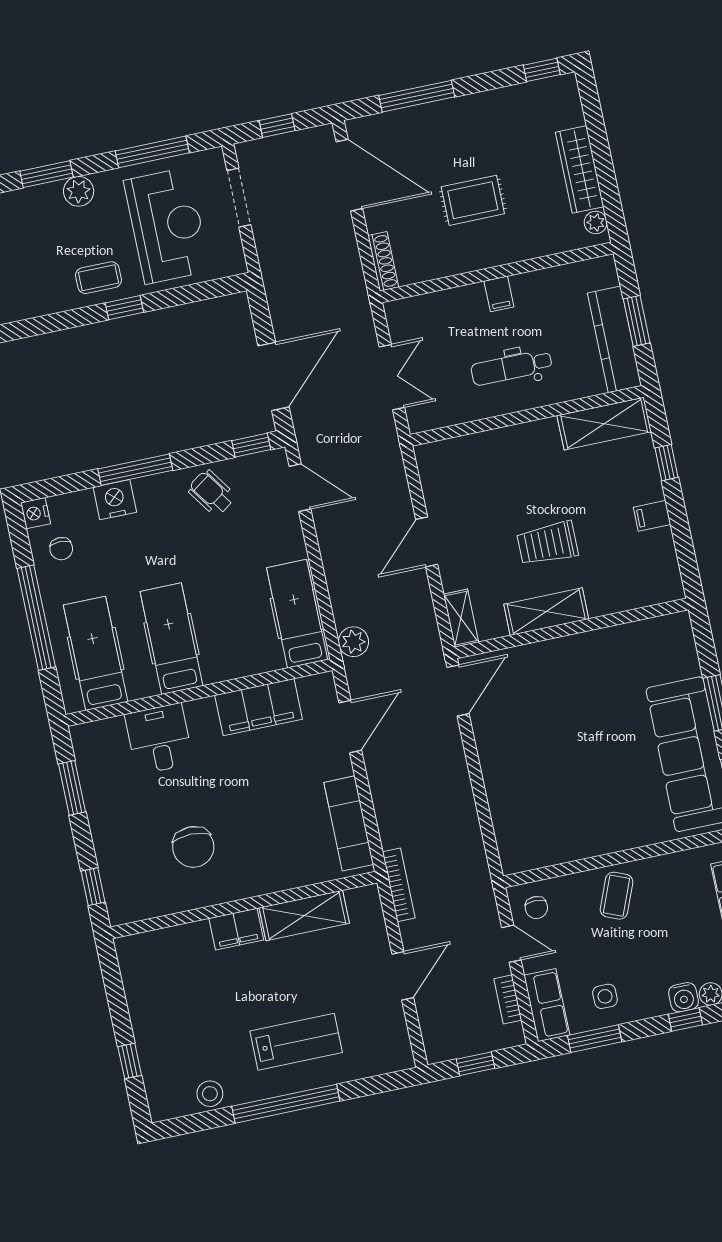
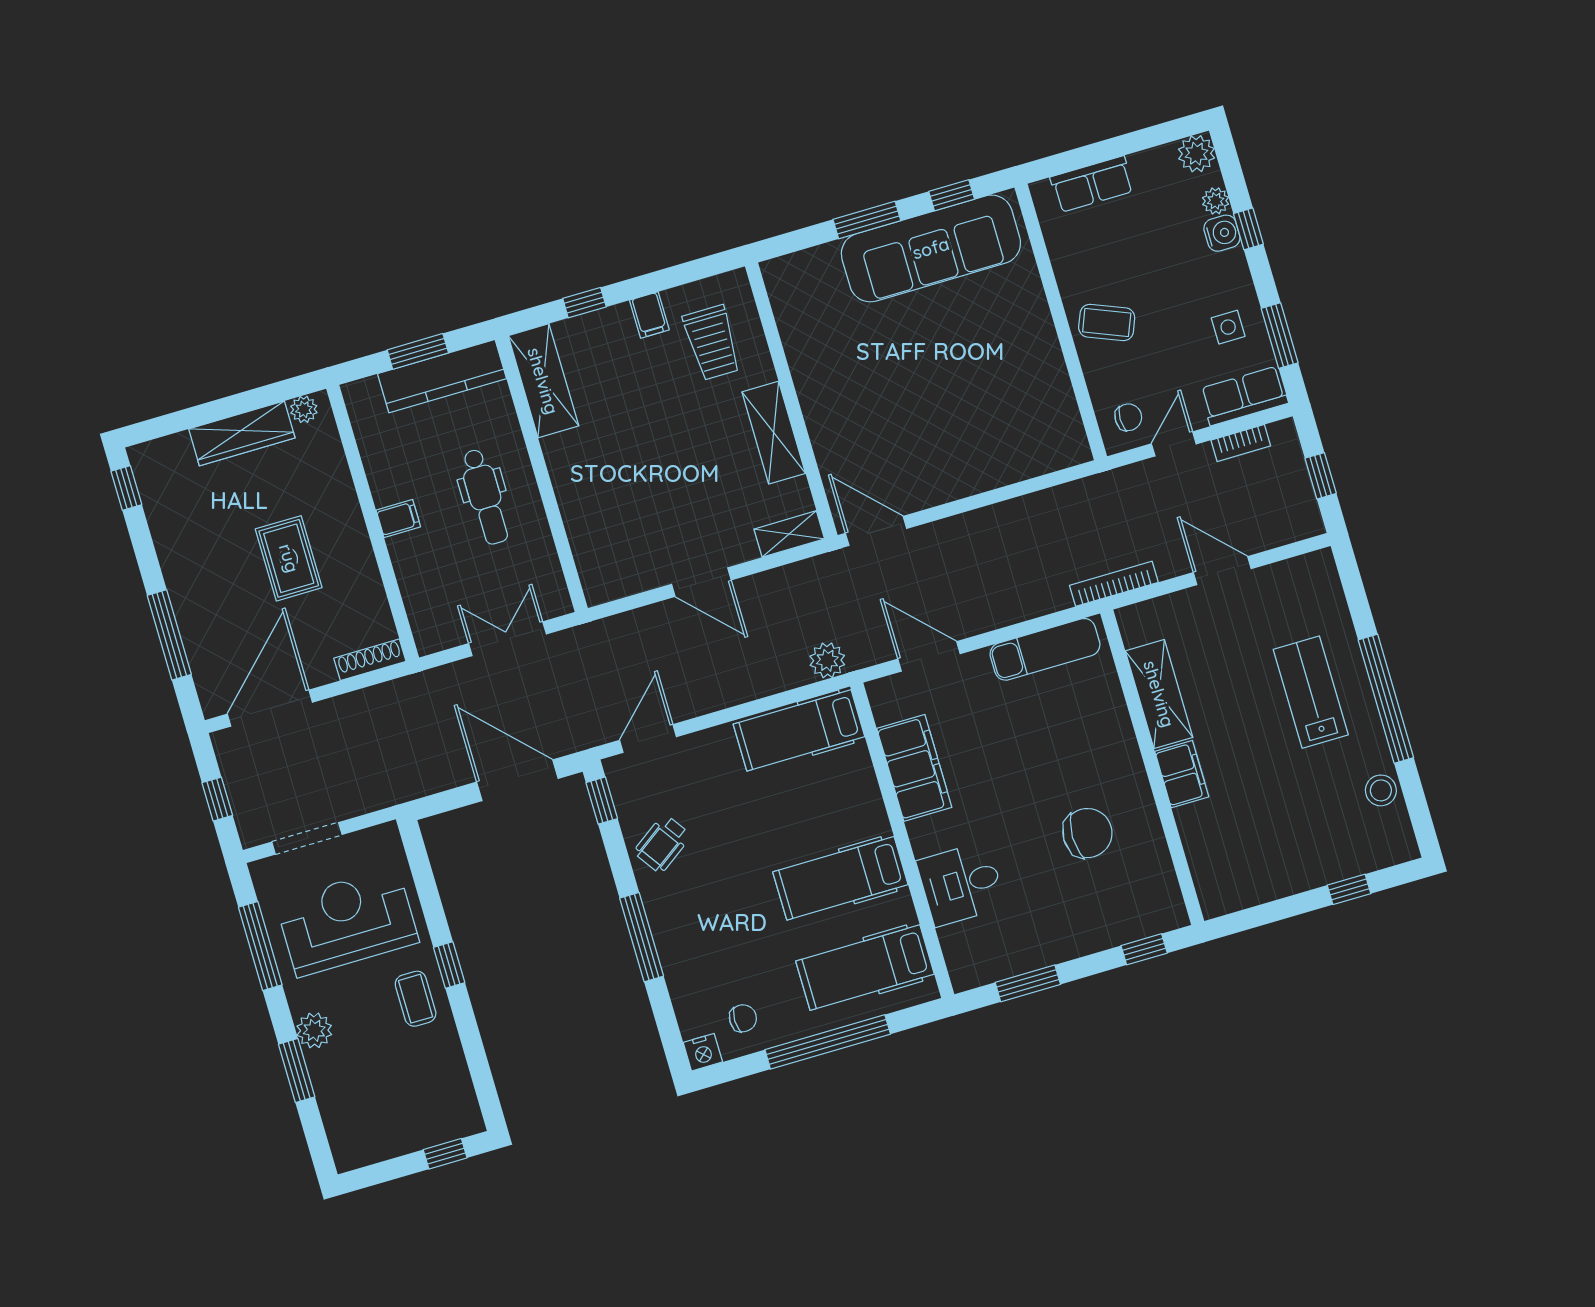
nightstand: (115, 500) -> (680, 959), removed
trolley: (547, 543) -> (712, 343), moved

